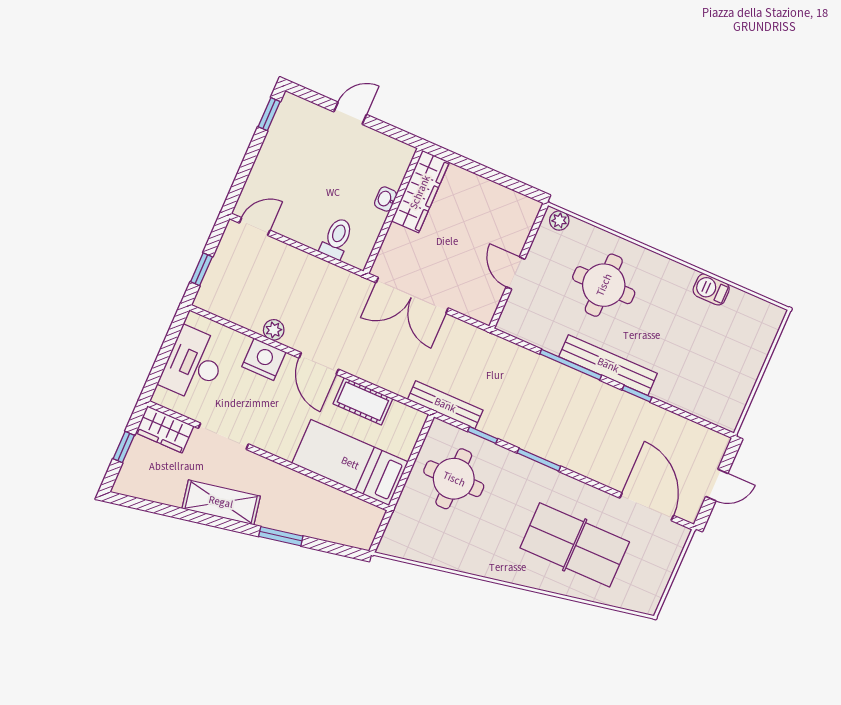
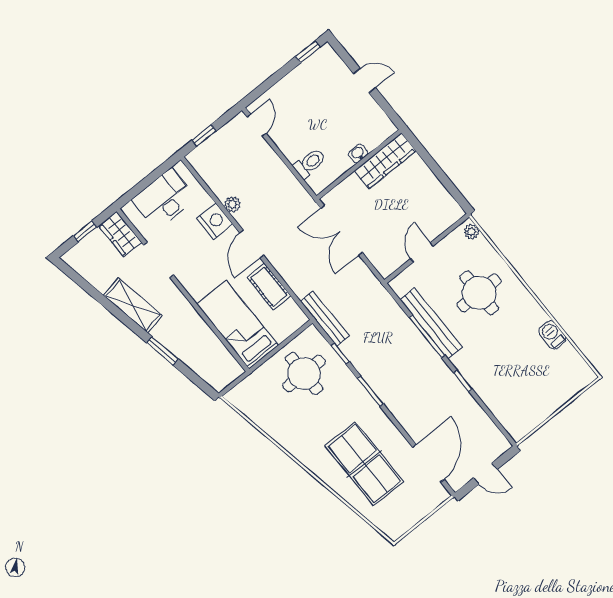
door: (255, 227) -> (257, 125), hinge flipped
bench: (608, 365) -> (431, 323), moved

